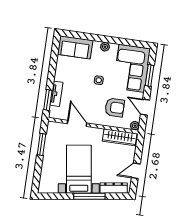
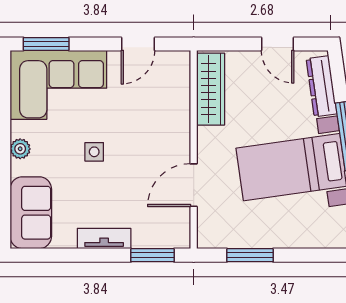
window: (150, 76) -> (46, 44), moved
tv unit: (56, 94) -> (104, 239), moved
armchair: (115, 107) -> (148, 109), removed
plant: (135, 126) -> (181, 60), removed

